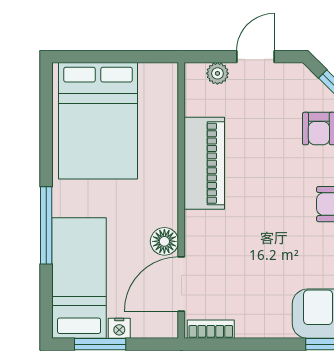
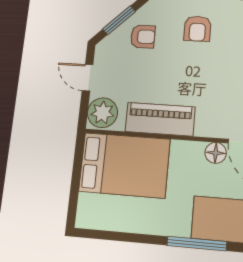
plant: (217, 73) -> (102, 113), width x1.87, depth x1.87
bed: (98, 121) -> (124, 165), moved

